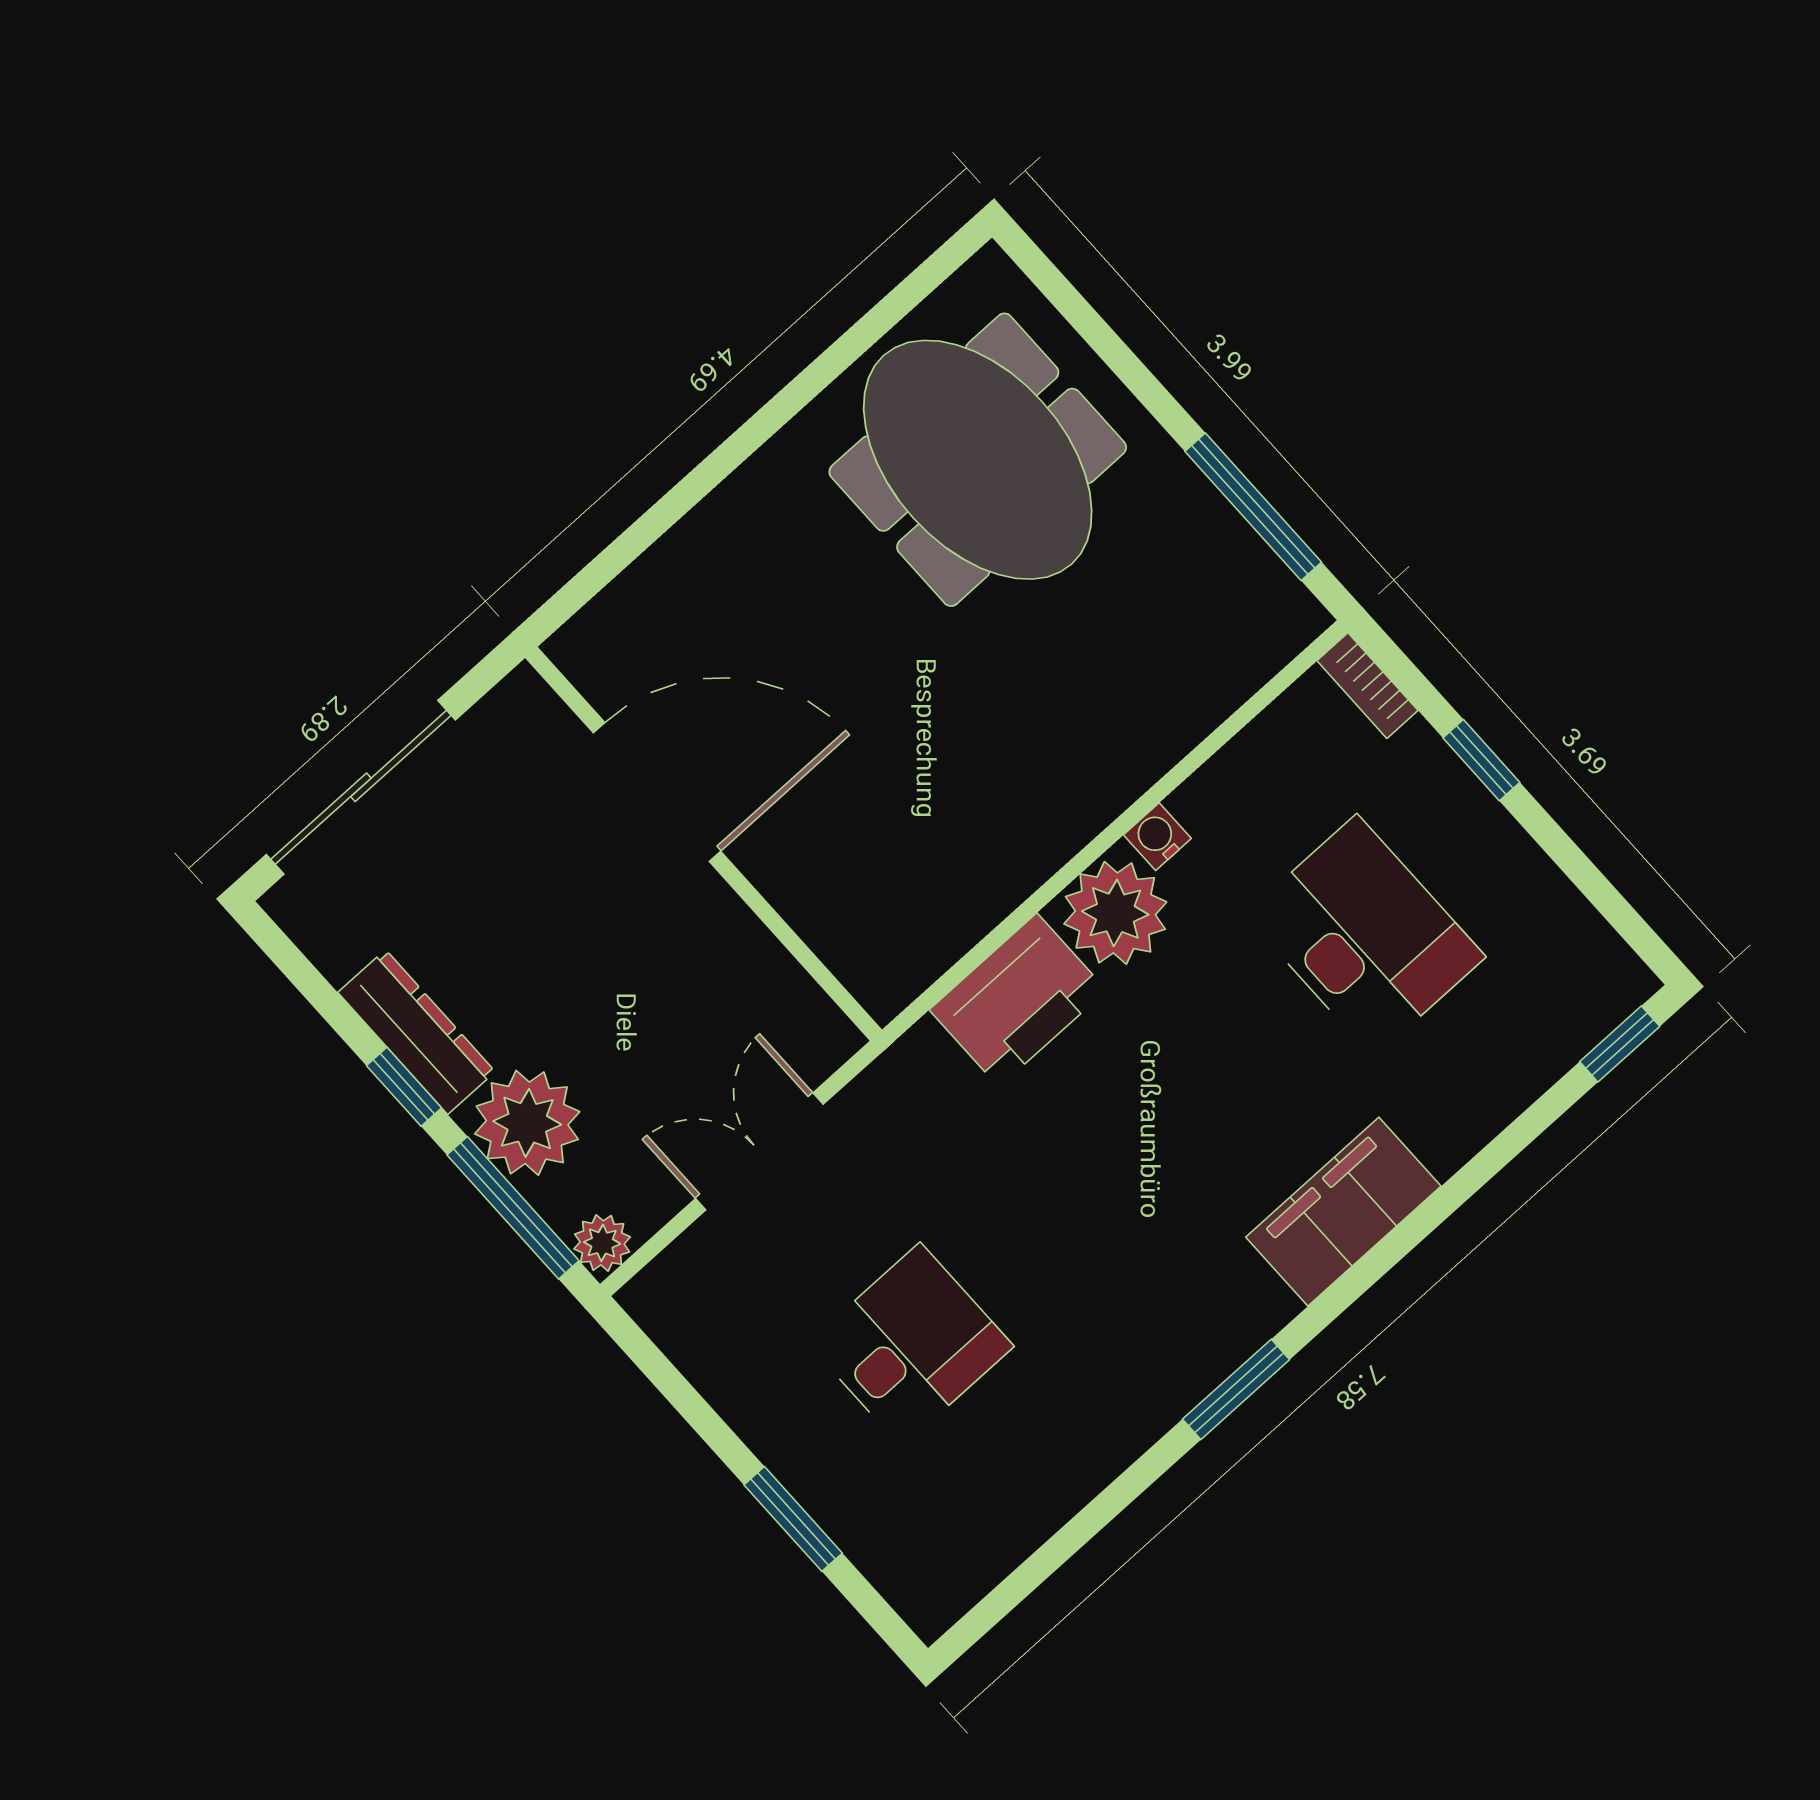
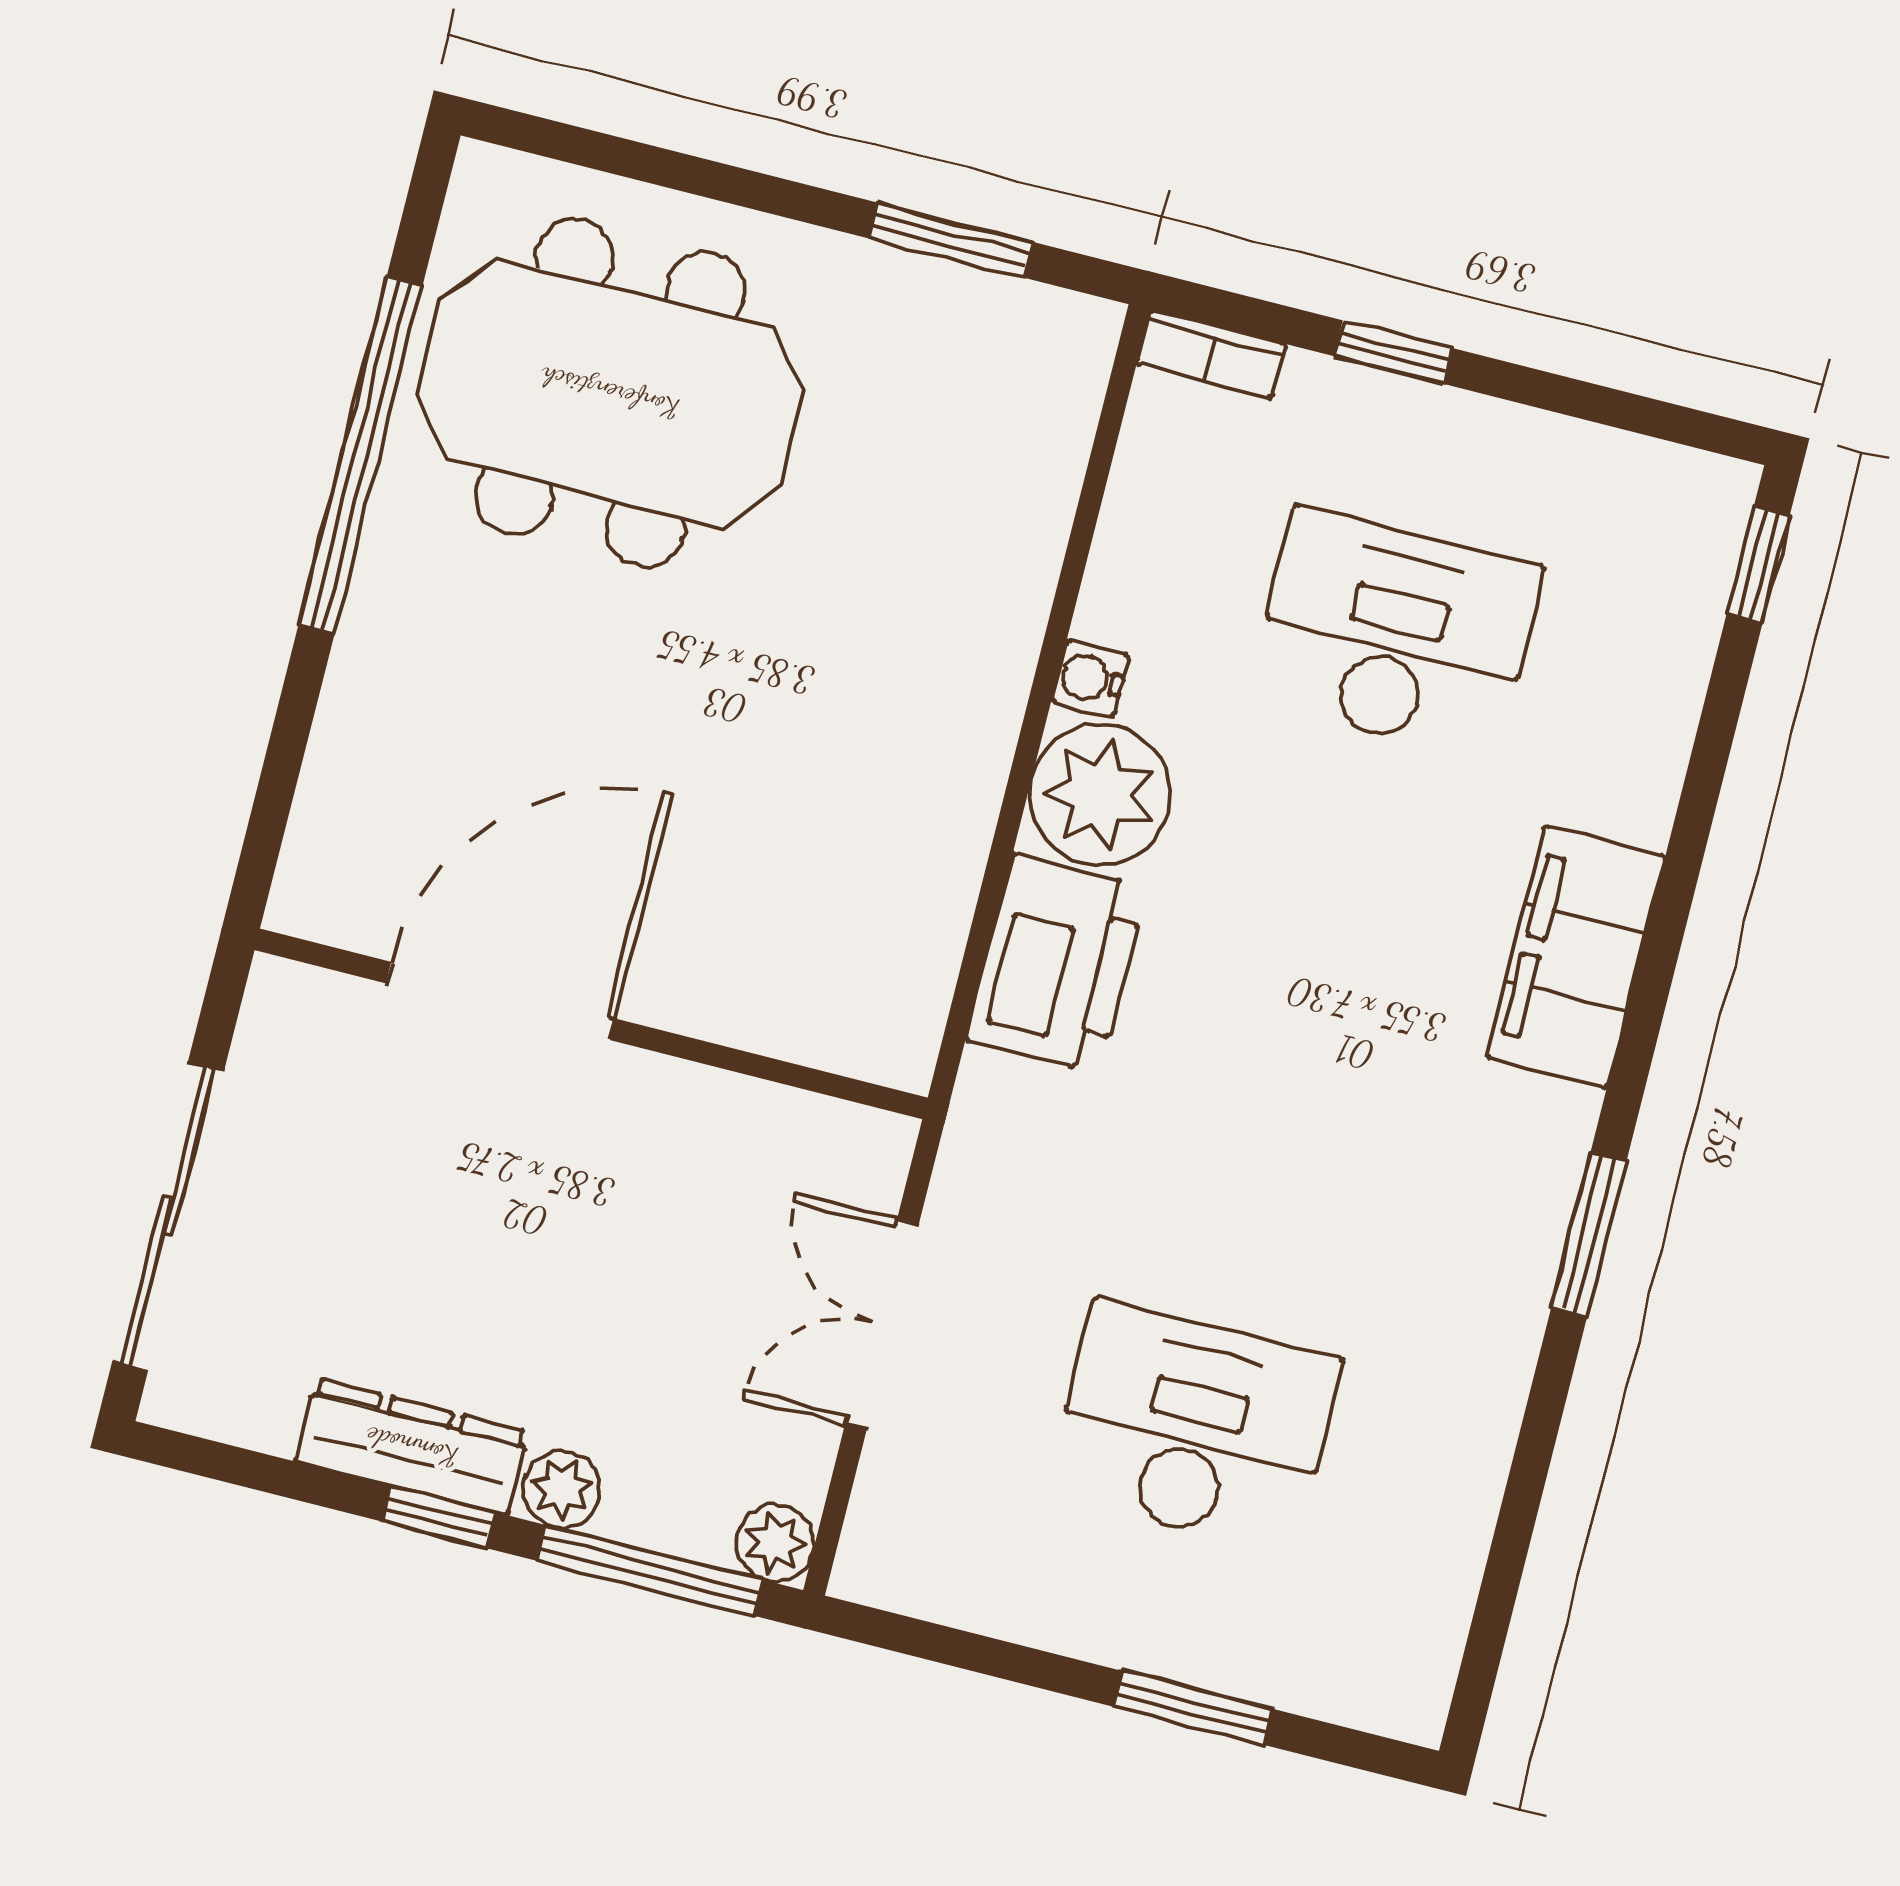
window: (797, 395) -> (361, 455), added
window: (1253, 507) -> (951, 240), width x0.69
plant: (527, 1123) -> (562, 1490), width x0.53, depth x0.53
desk: (911, 1345) -> (1194, 1427), width x1.37

